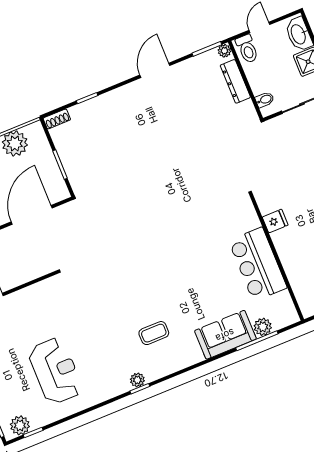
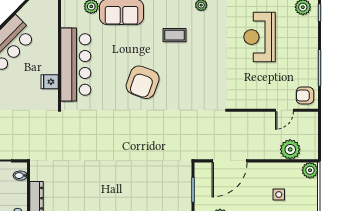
armchair: (168, 264) -> (143, 82), added
bar counter: (258, 264) -> (76, 64), width x1.36

